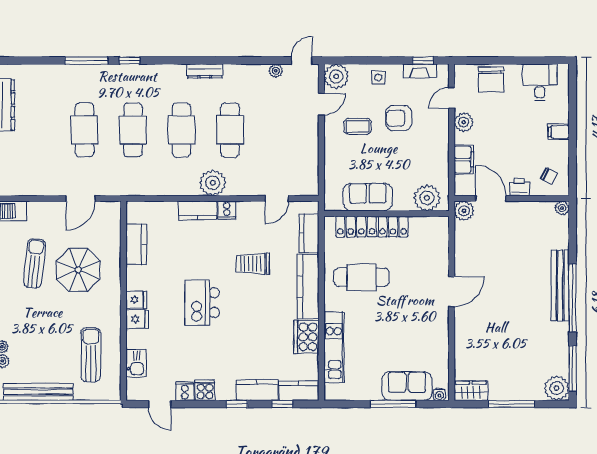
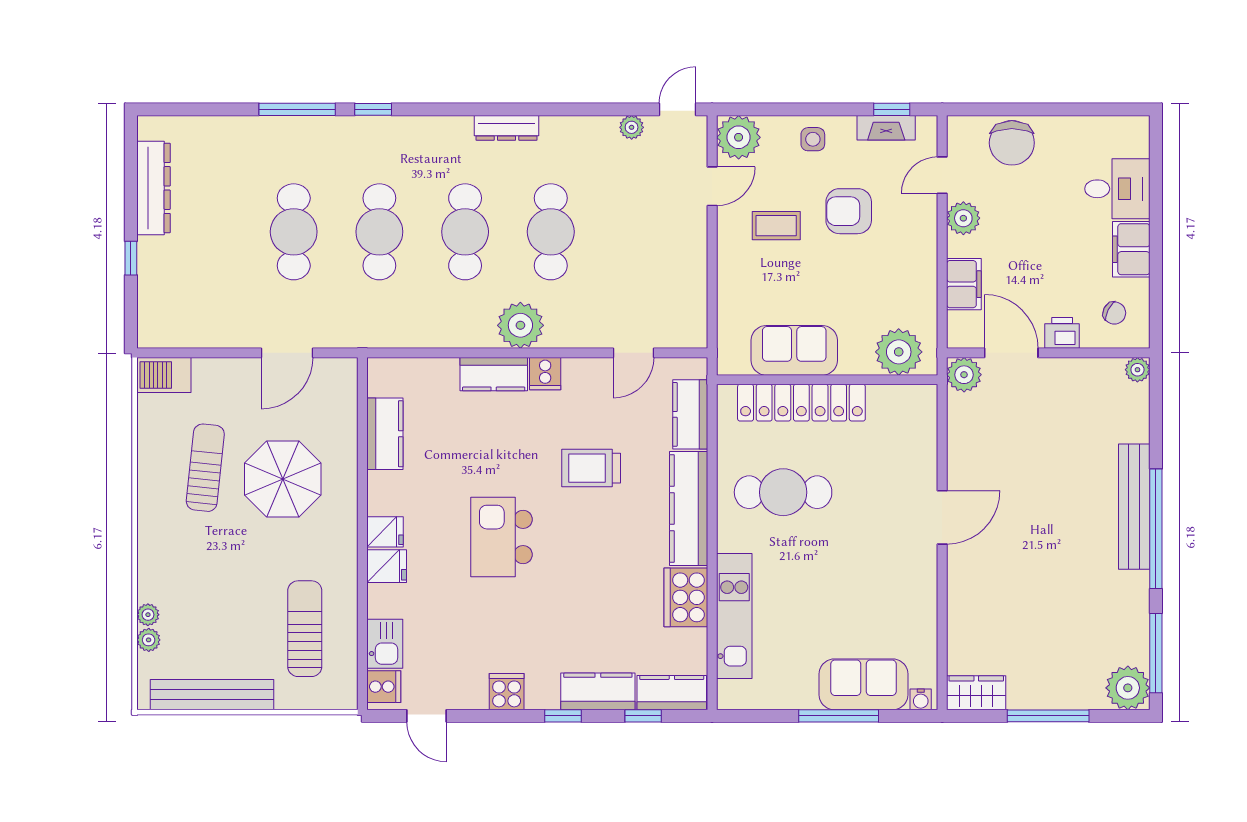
desk: (540, 82) -> (1117, 189), moved, turned 90
filing cabinet: (559, 132) -> (1131, 249), width x2.00
cooker: (185, 391) -> (384, 687), moved, turned 90

